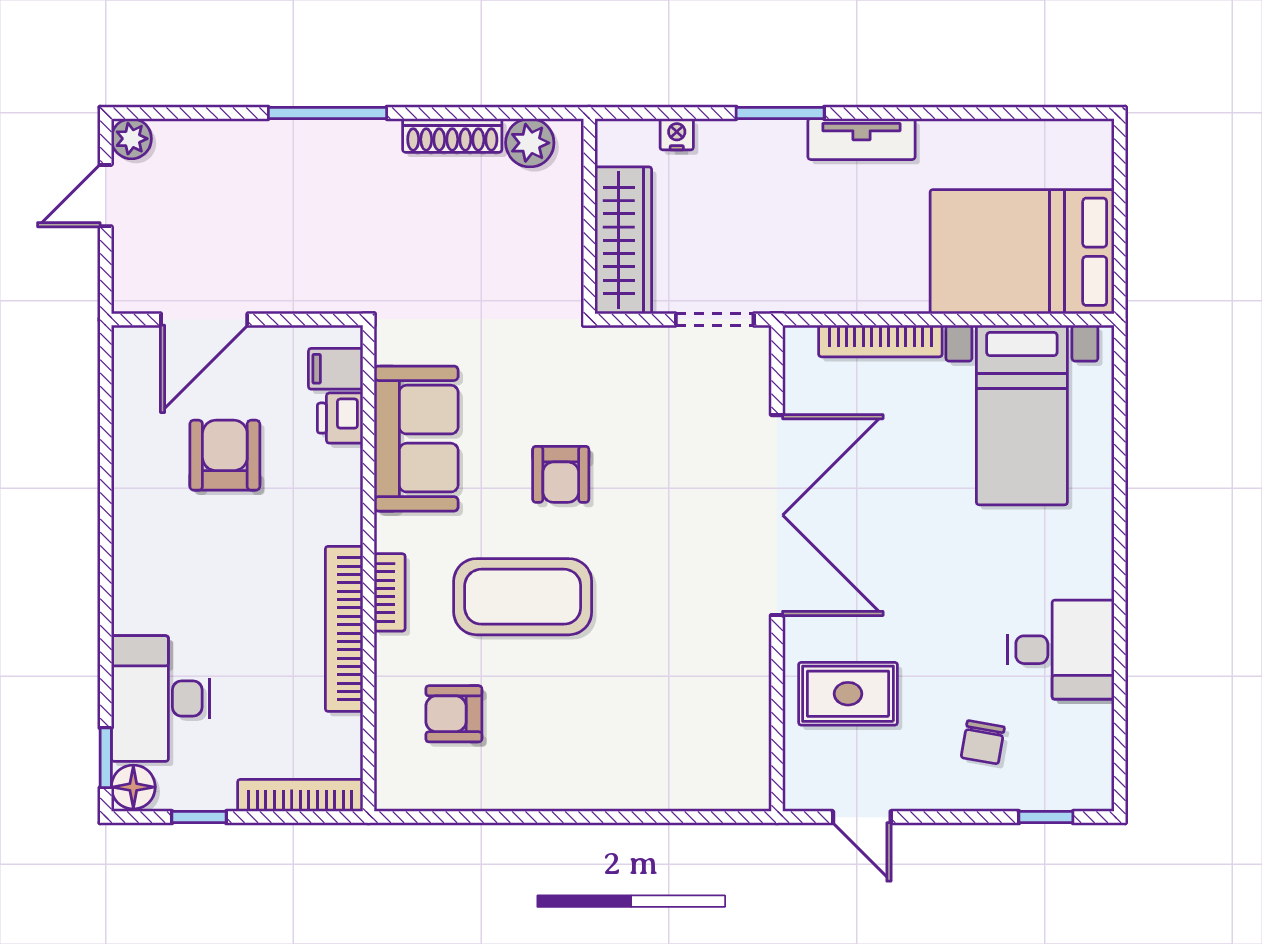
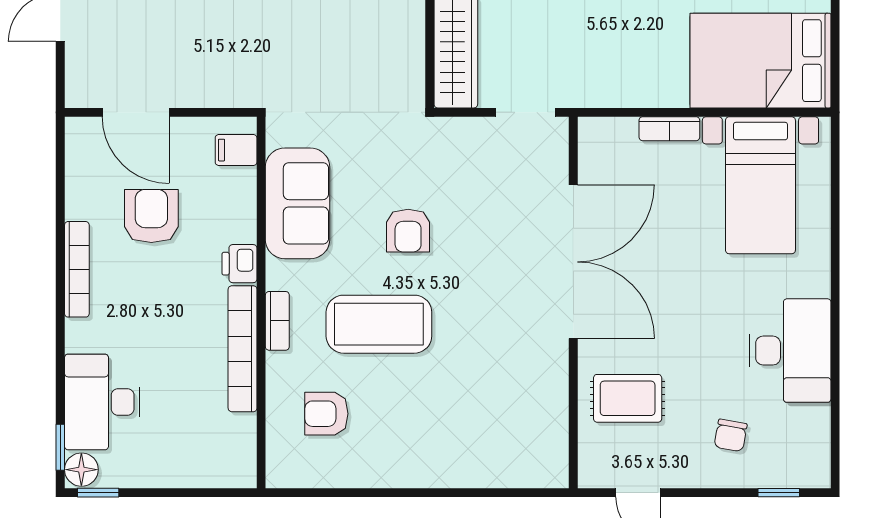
door: (204, 319) -> (136, 112), hinge flipped
bookcase: (880, 341) -> (669, 129), width x0.64
printer: (340, 418) -> (239, 264), moved
desk: (1061, 650) -> (790, 351), width x1.37
bookcase: (300, 795) -> (77, 269), moved, turned 90
window: (199, 817) -> (98, 493), moved

